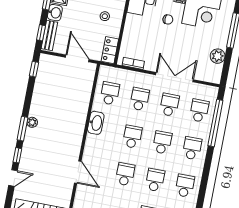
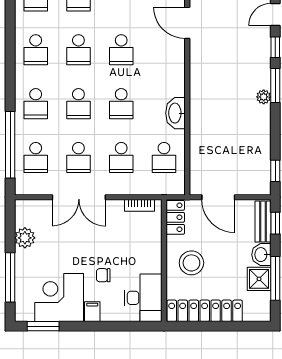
stool: (105, 16) -> (191, 263), width x1.89, depth x1.89
door: (78, 172) -> (187, 23), moved

